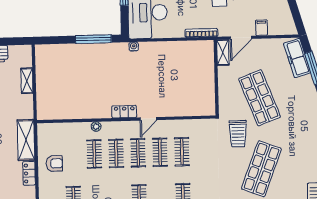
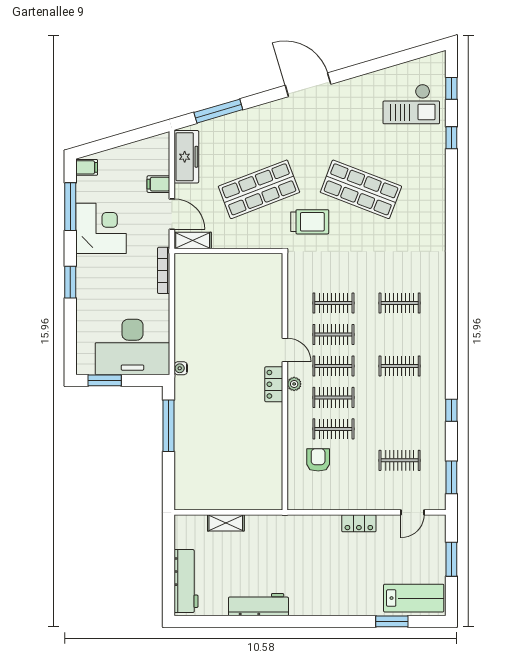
freezer: (297, 58) -> (186, 157), moved, turned -74
plant: (96, 127) -> (294, 384), moved
shelving: (26, 140) -> (311, 526), removed
armchair: (54, 163) -> (318, 460), moved

